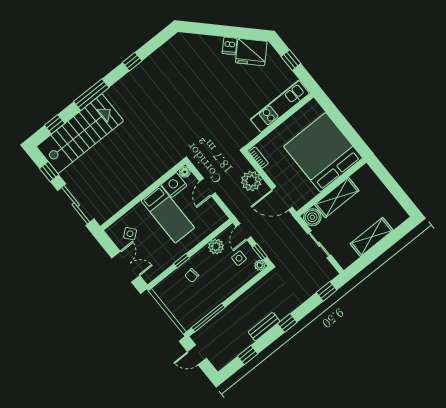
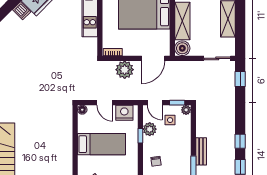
nightstand: (174, 185) -> (124, 113), moved, turned 90
sliding door: (319, 244) -> (217, 58), moved
window: (182, 261) -> (140, 136), moved
window: (287, 323) -> (240, 141), moved
bench: (264, 327) -> (201, 151), moved

